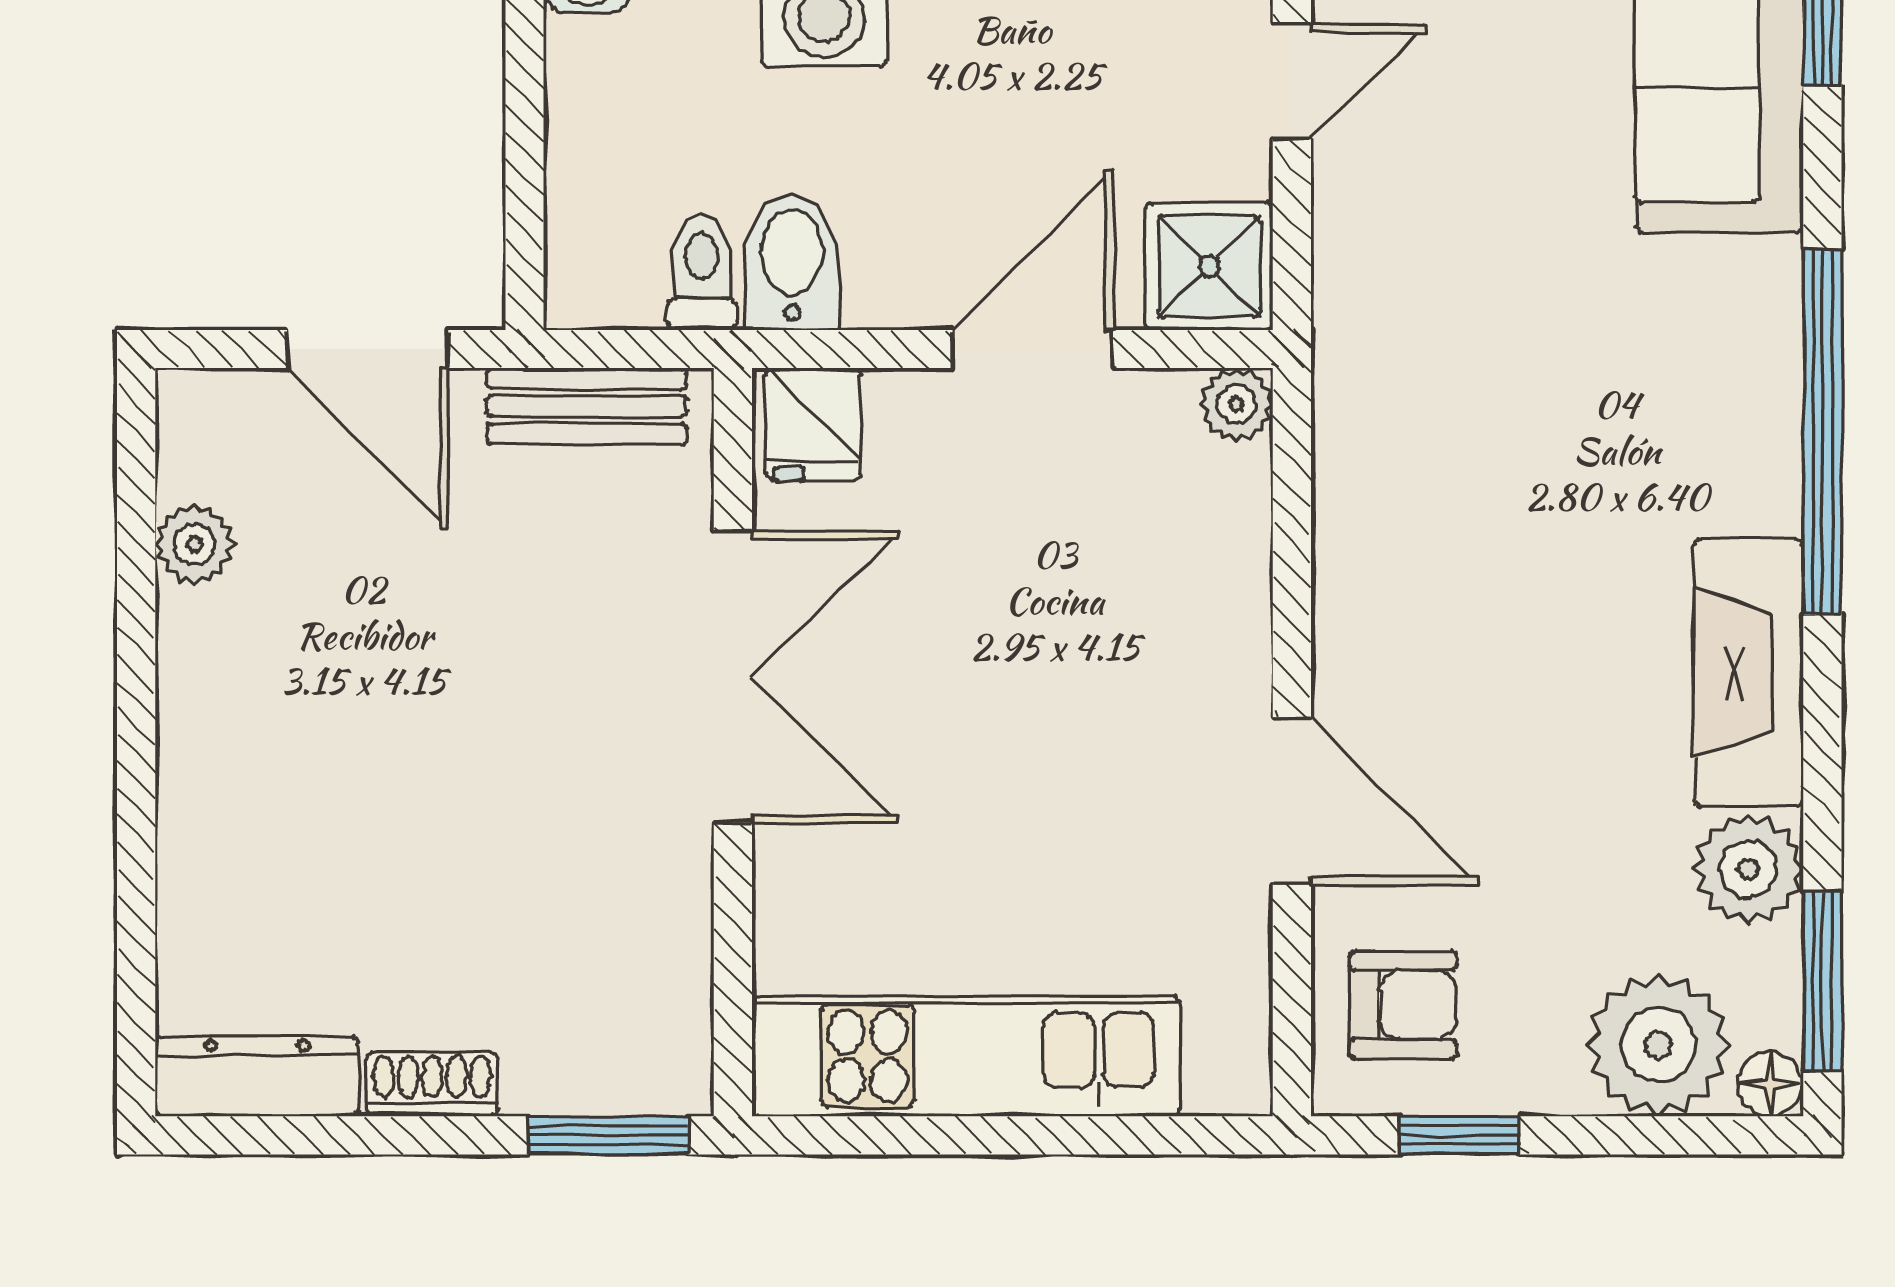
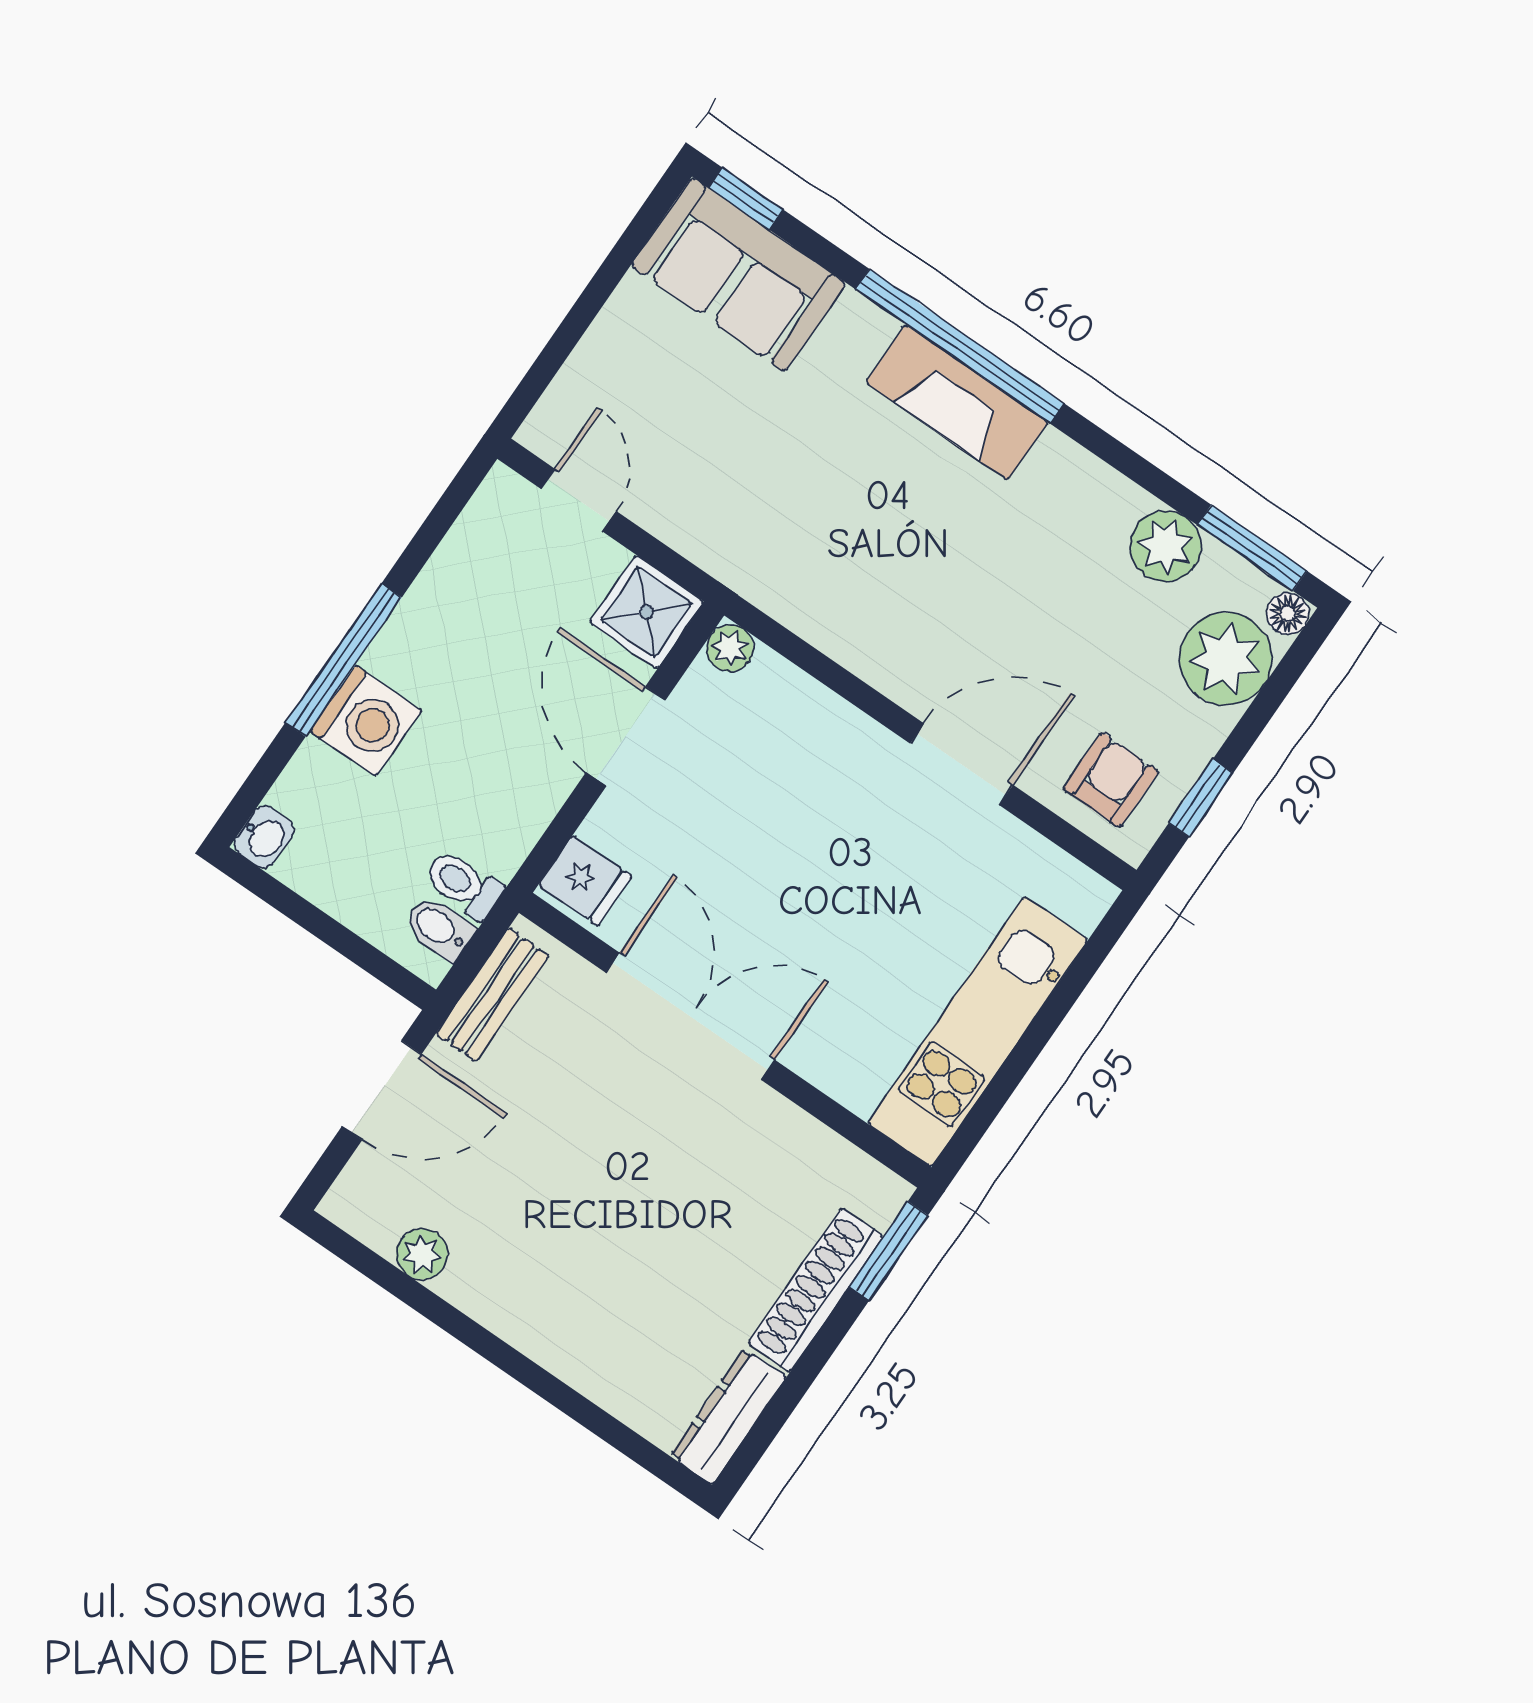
bidet: (792, 262) -> (439, 928), moved, width x0.72, depth x0.74
fireplace: (1748, 673) -> (957, 402), moved
shoe rack: (432, 1084) -> (816, 1290), width x1.94, depth x1.24

